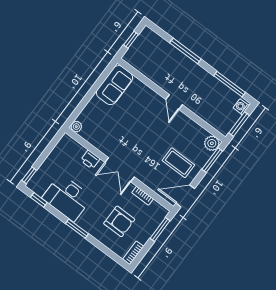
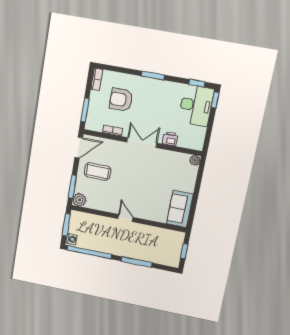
window: (230, 84) -> (89, 252), width x1.46
desk: (67, 198) -> (196, 105), moved, turned 90

